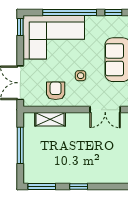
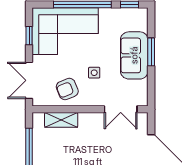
window: (20, 27) -> (29, 36), moved
armchair: (56, 91) -> (67, 89), turned -112

